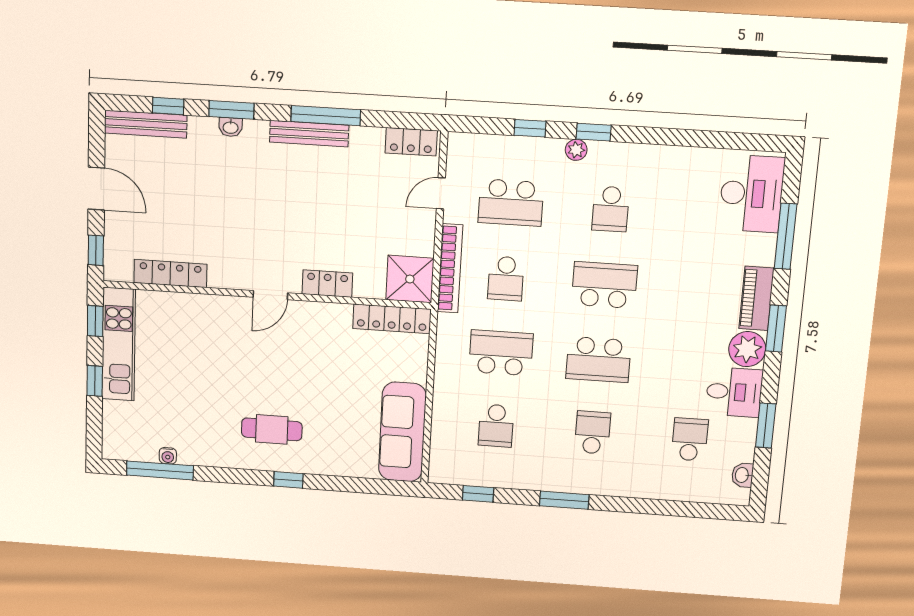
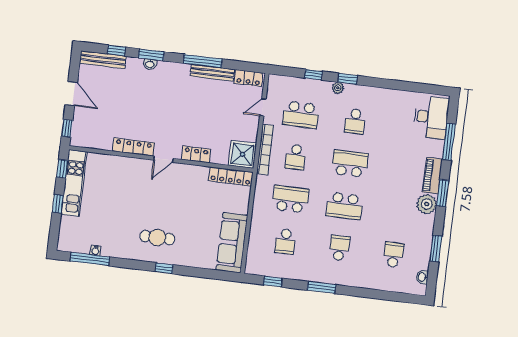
bench: (309, 134) -> (212, 73), moved
locker: (170, 273) -> (134, 147), moved
desk: (734, 392) -> (419, 228), removed

